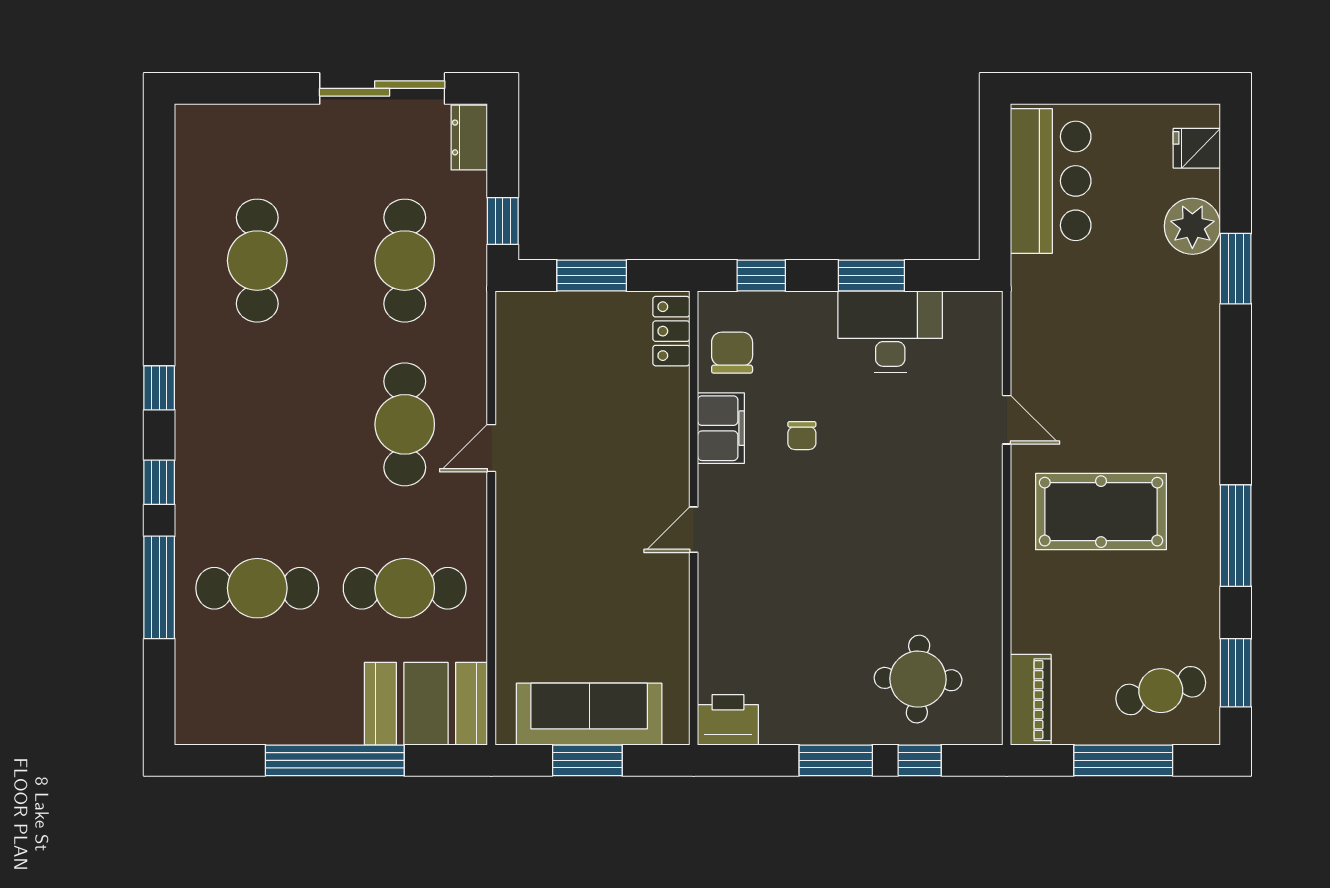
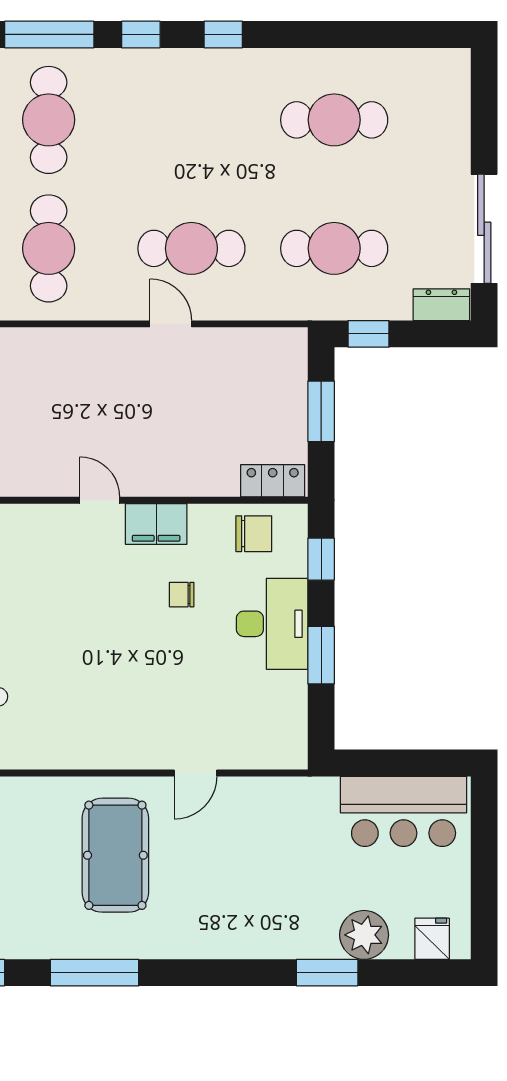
desk: (890, 332) -> (272, 624), moved
filing cabinet: (721, 428) -> (156, 524), moved

